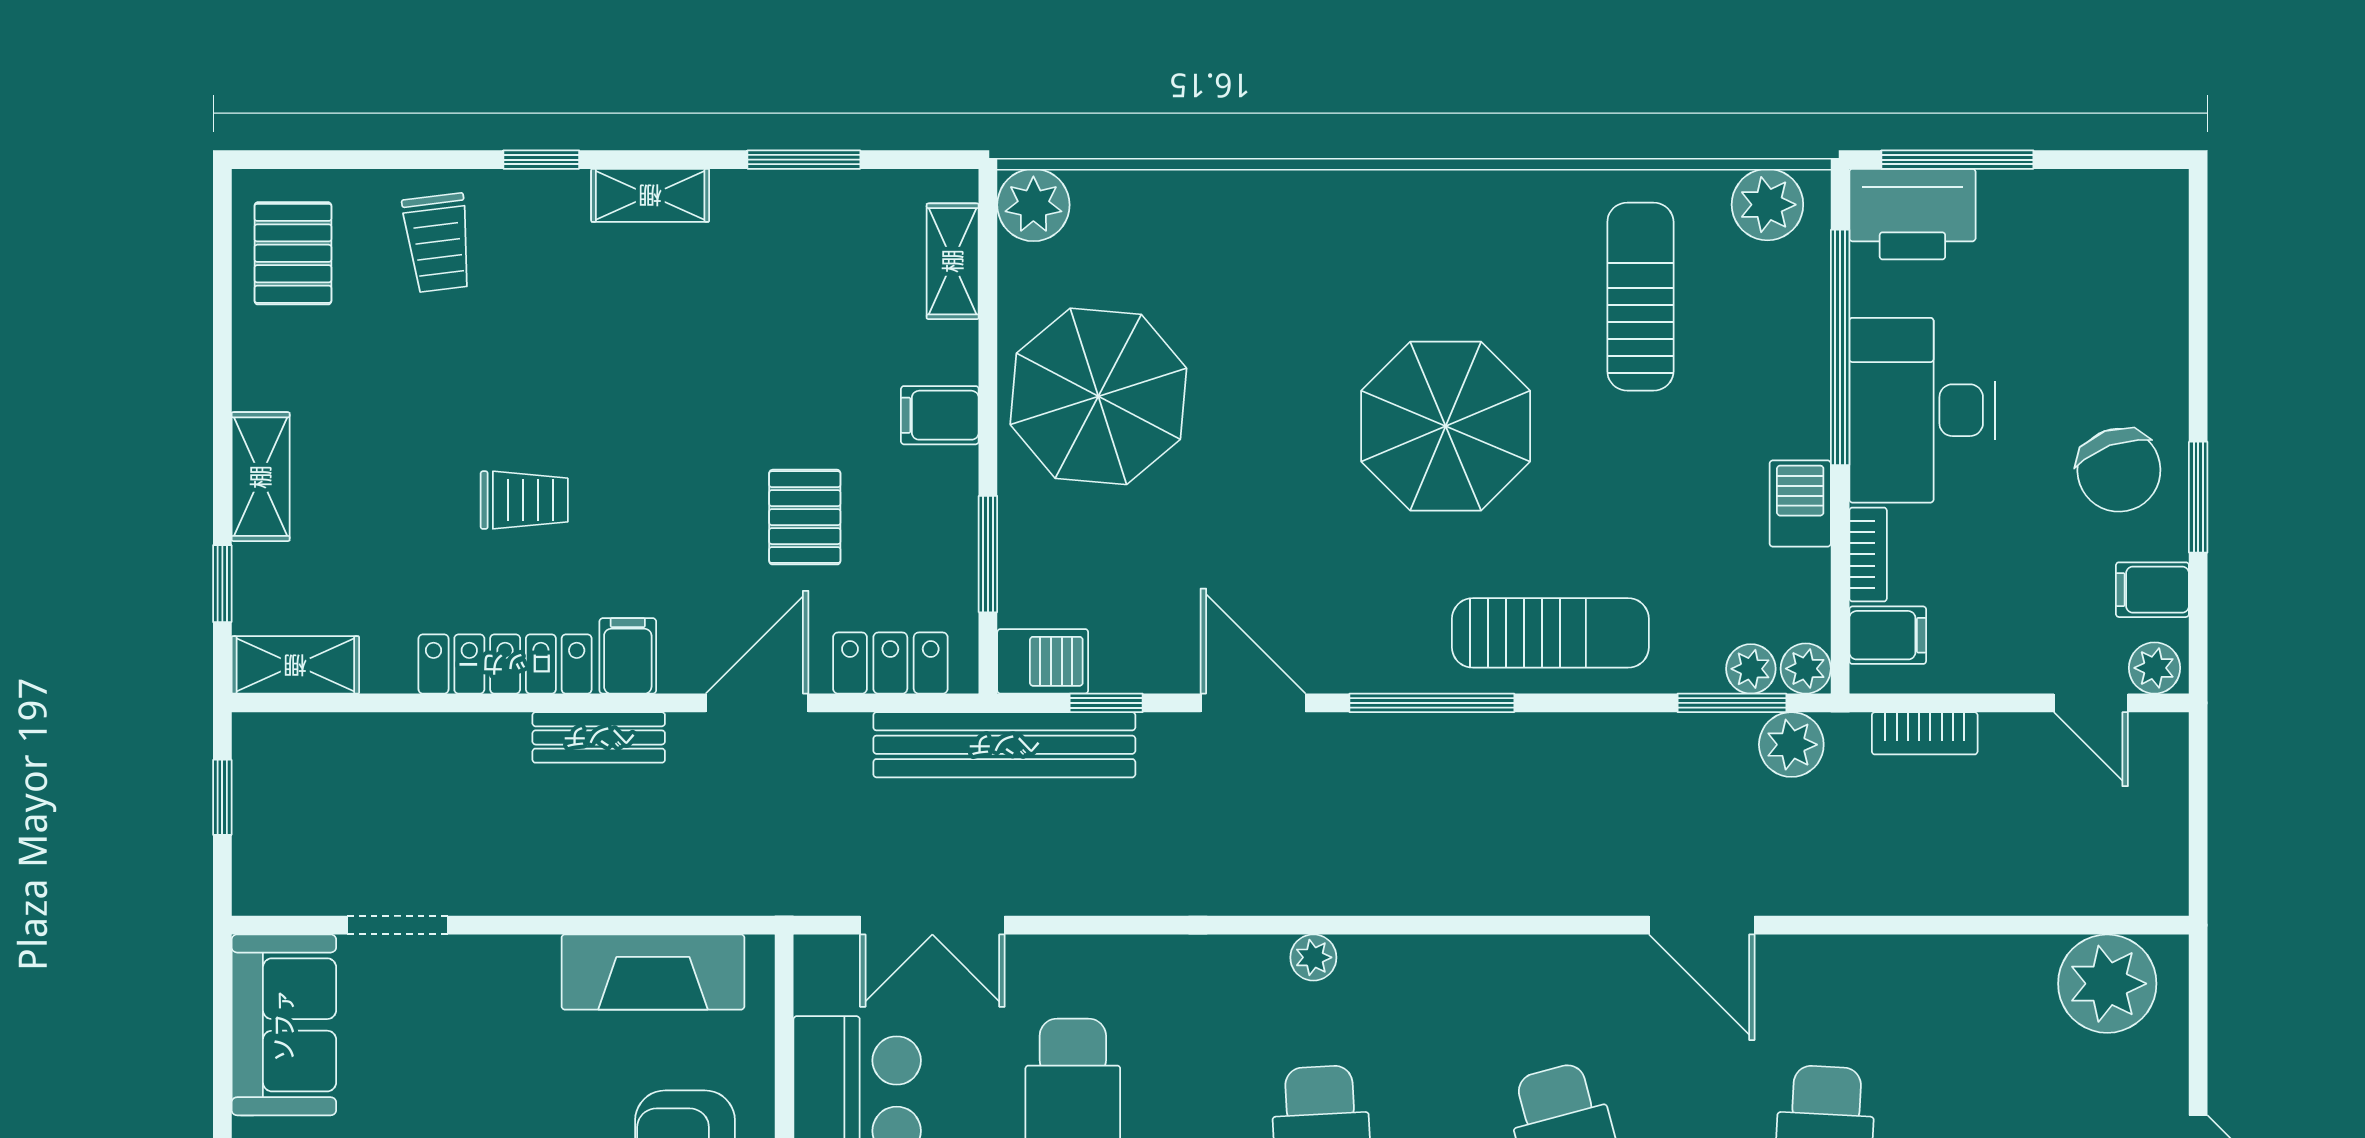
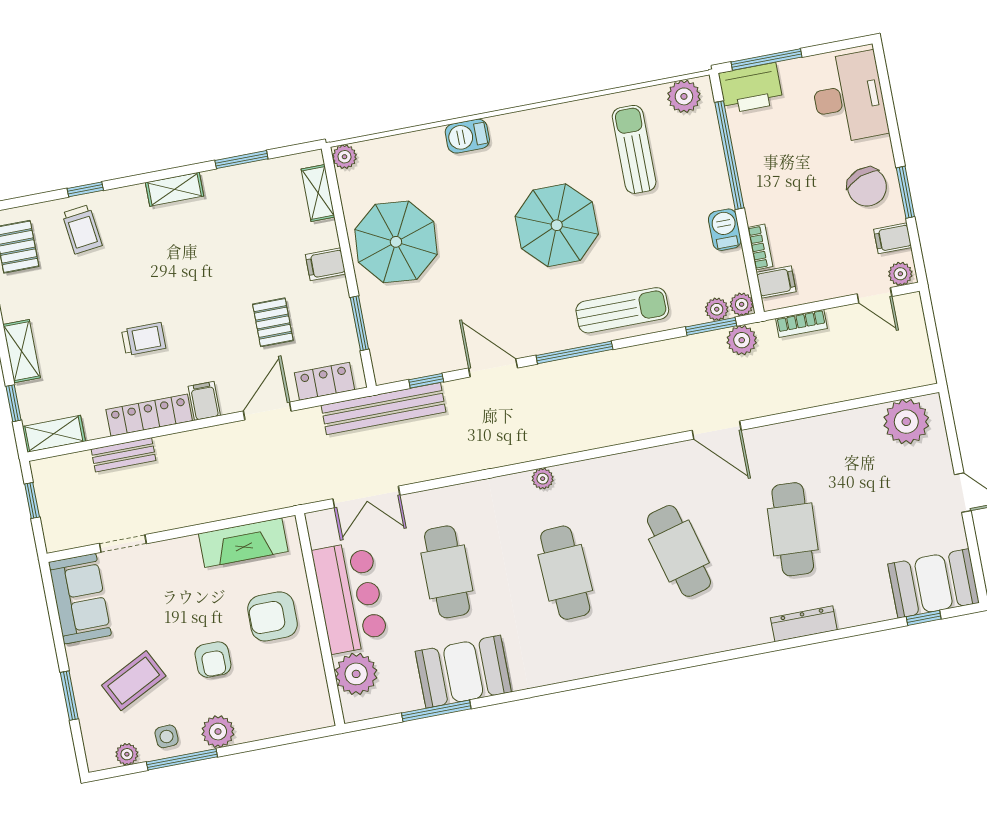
window: (541, 160) -> (85, 189), moved
plant: (1033, 205) -> (344, 157), width x0.73, depth x0.73
desk: (1922, 410) -> (849, 97), moved, turned 180
barbecue: (1043, 661) -> (467, 136), moved, turned 180
bench: (599, 737) -> (124, 455), moved

